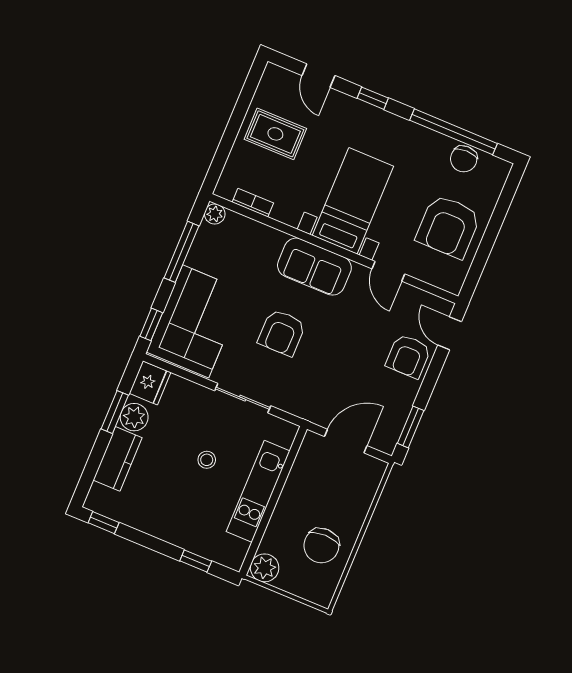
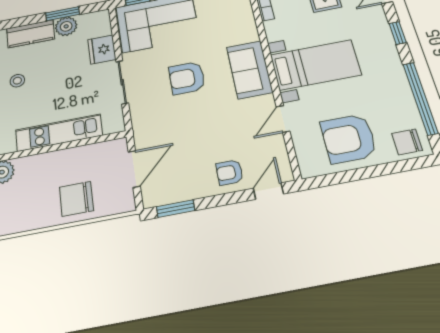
chair: (464, 159) -> (407, 142), moved
armchair: (408, 356) -> (230, 172), width x0.72, depth x0.72
fridge: (150, 383) -> (102, 49), moved, turned 90
door: (346, 441) -> (134, 169), hinge flipped
stool: (207, 460) -> (17, 81), moved
chair: (321, 546) -> (76, 199), moved

